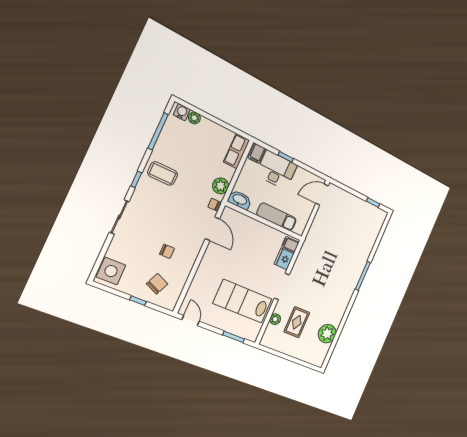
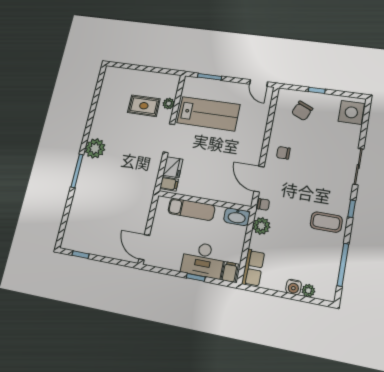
water cooler: (182, 112) -> (294, 287), moved
door: (322, 195) -> (144, 247), swing flipped
chair: (167, 251) -> (283, 153), moved
rug: (297, 322) -> (144, 106), turned 90
plant: (327, 334) -> (95, 148), moved

